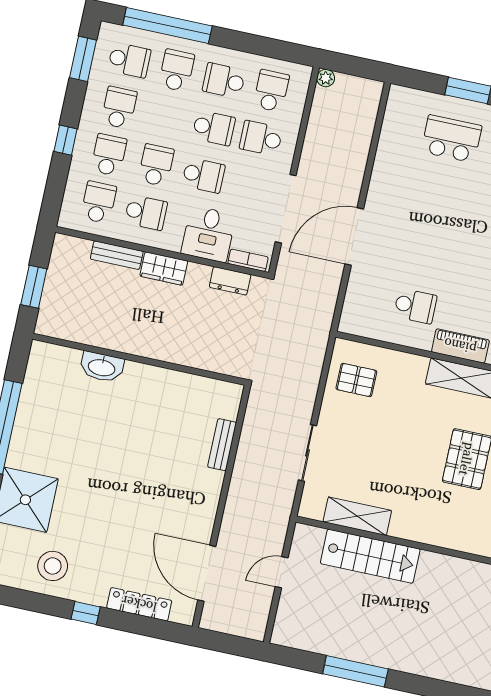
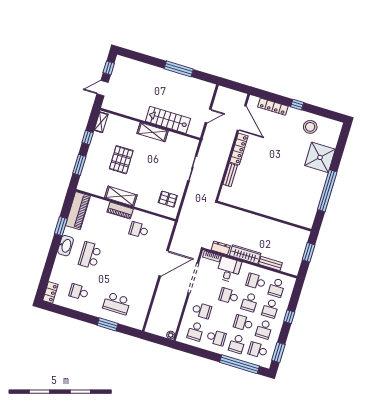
school desk: (214, 128) -> (243, 323), moved
wardrobe: (164, 268) -> (245, 254), width x1.50
washbasin: (102, 367) -> (281, 214), removed
locker: (207, 504) -> (239, 149), added
shelving: (357, 516) -> (153, 132), moved

